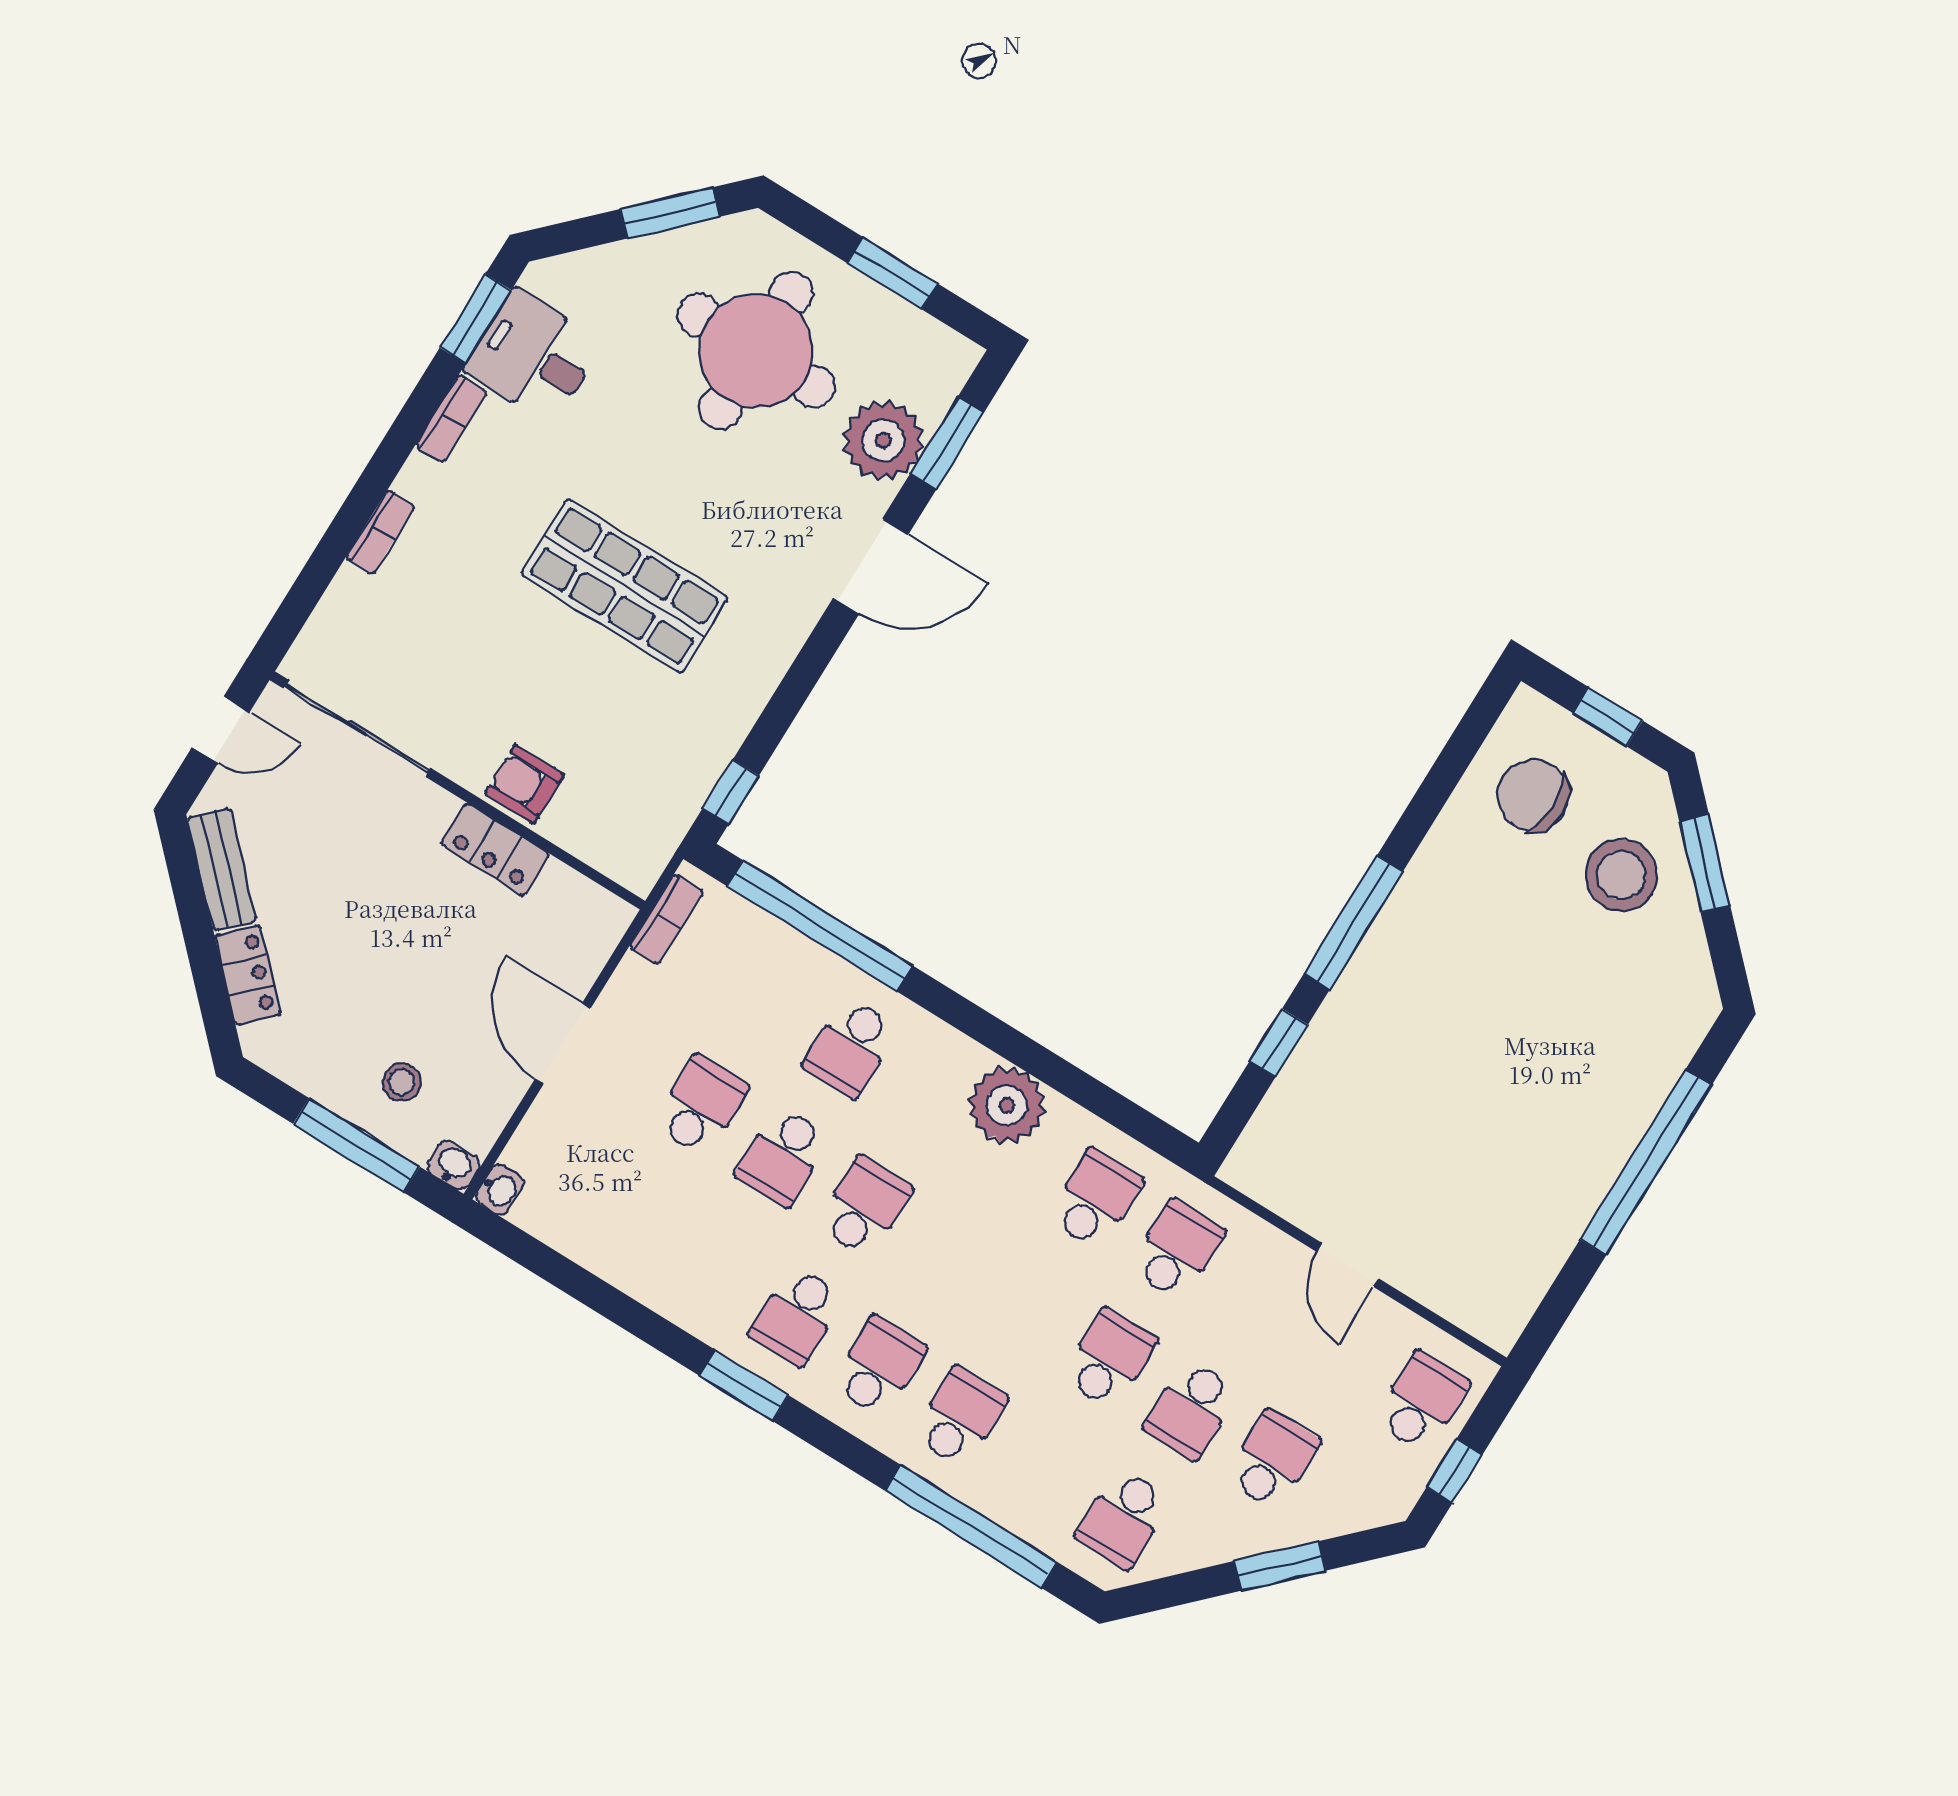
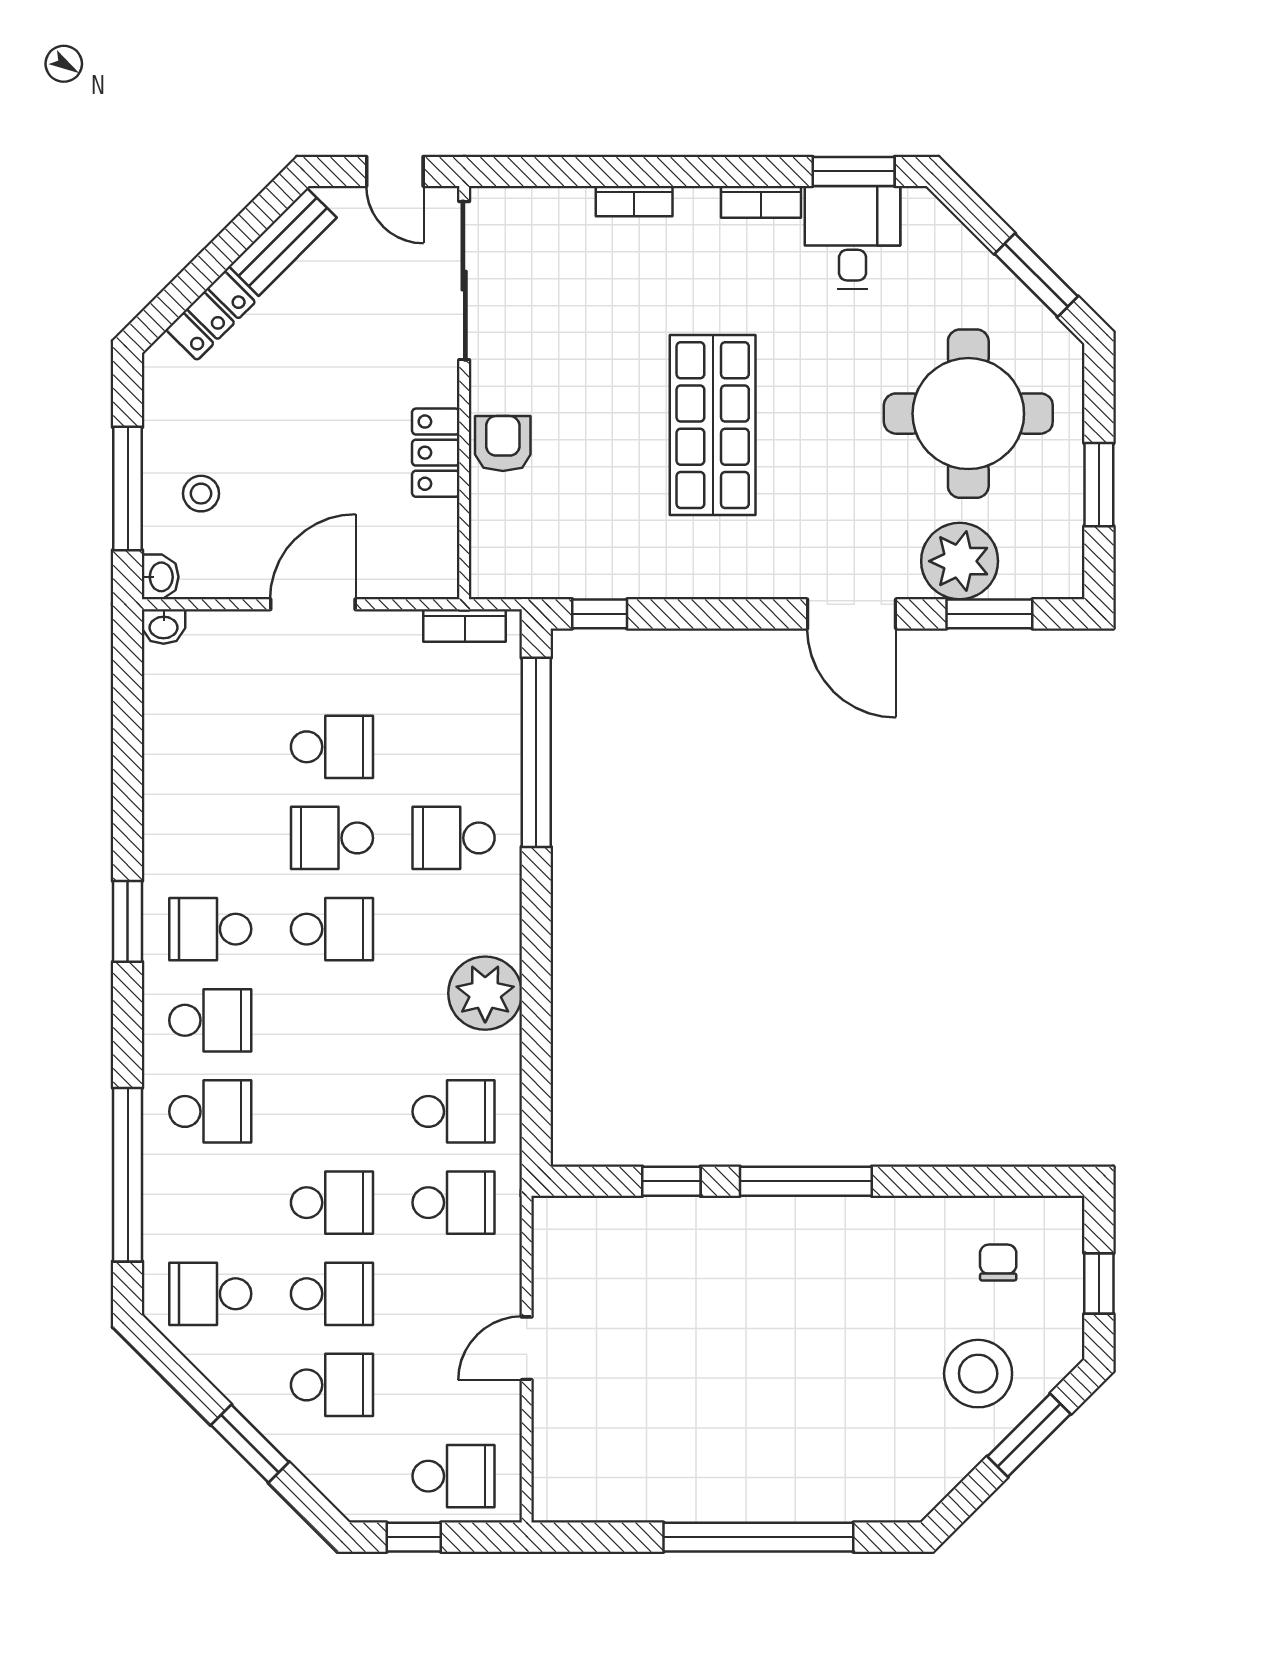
chair: (1533, 795) -> (998, 1263), width x0.54, depth x0.54
school desk: (1191, 1409) -> (332, 1294), turned 180

